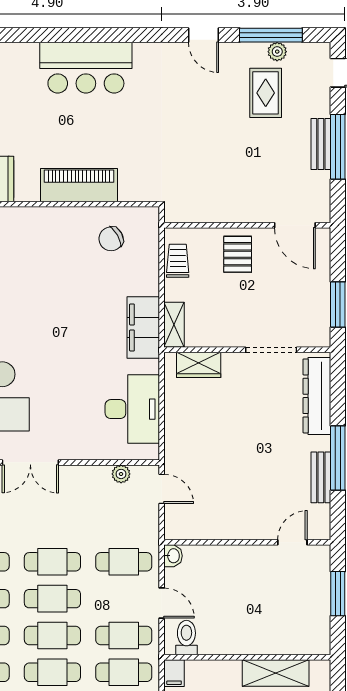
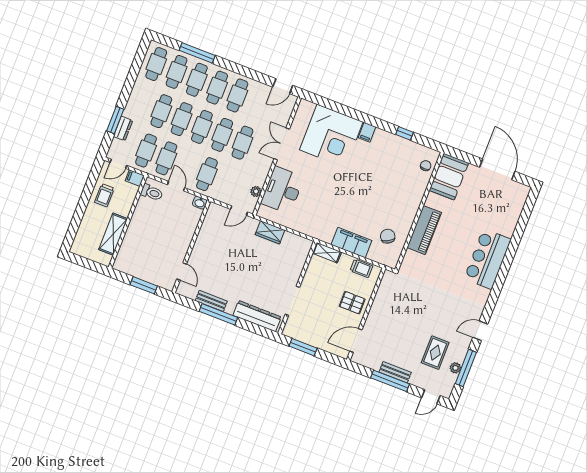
rug: (266, 93) -> (435, 353), turned 90
filing cabinet: (143, 327) -> (351, 243), moved
wardrobe: (199, 365) -> (270, 232), moved, turned -90
desk: (132, 409) -> (282, 190), moved, turned 90
cafe table: (52, 525) -> (242, 143), added
door: (162, 603) -> (176, 186), swing flipped

